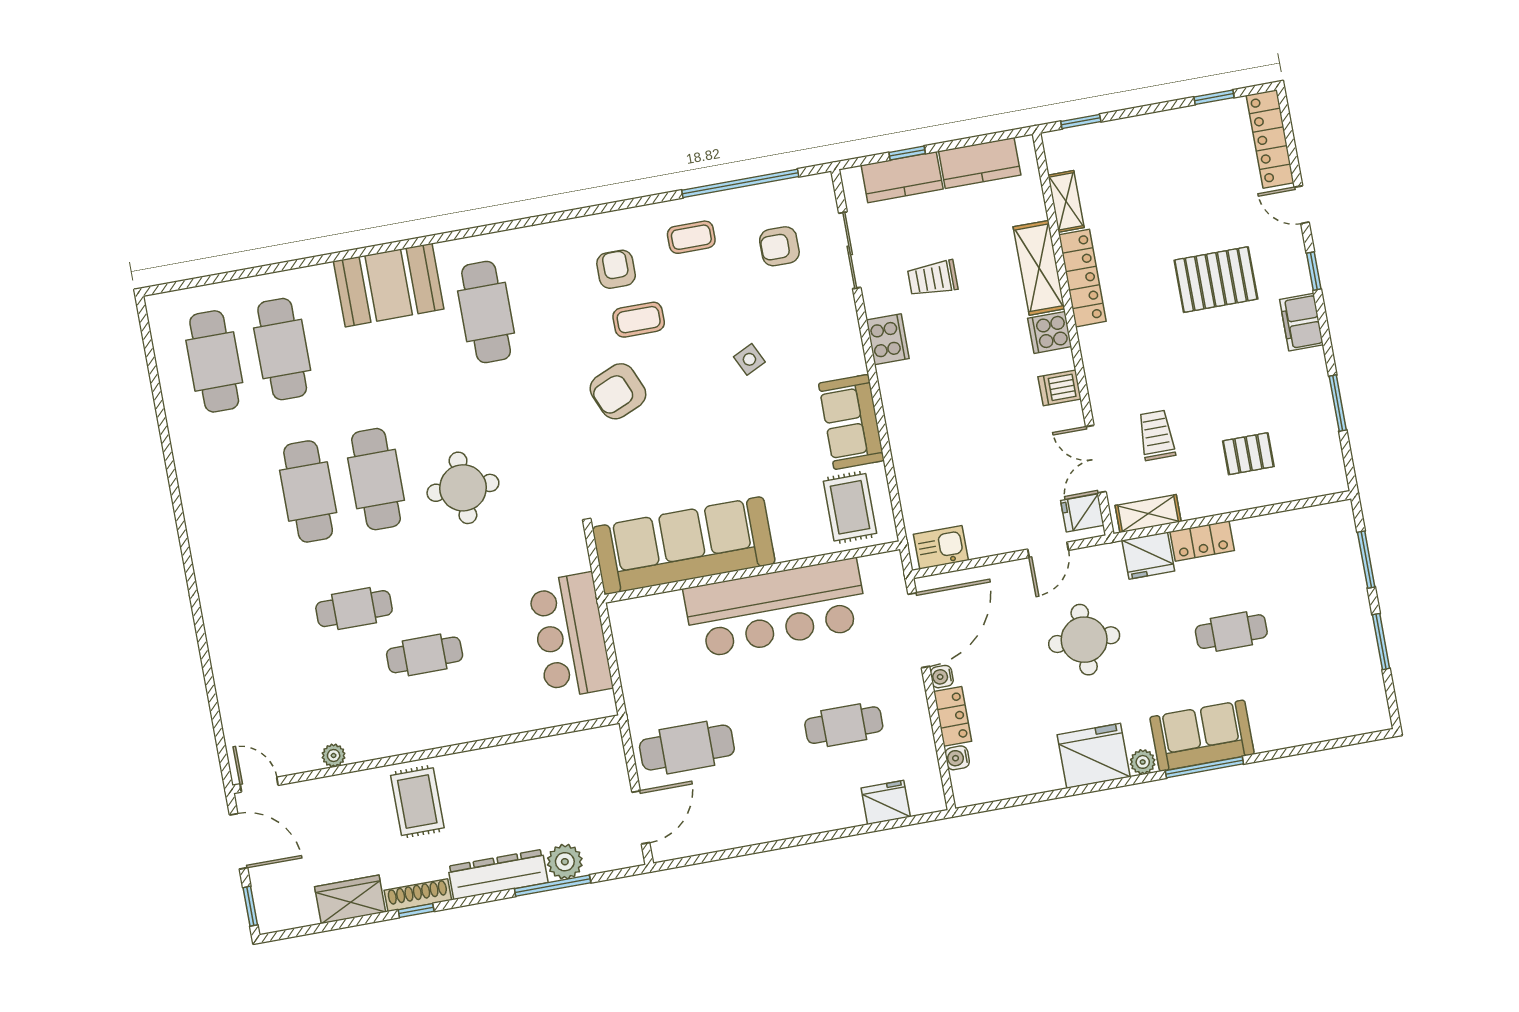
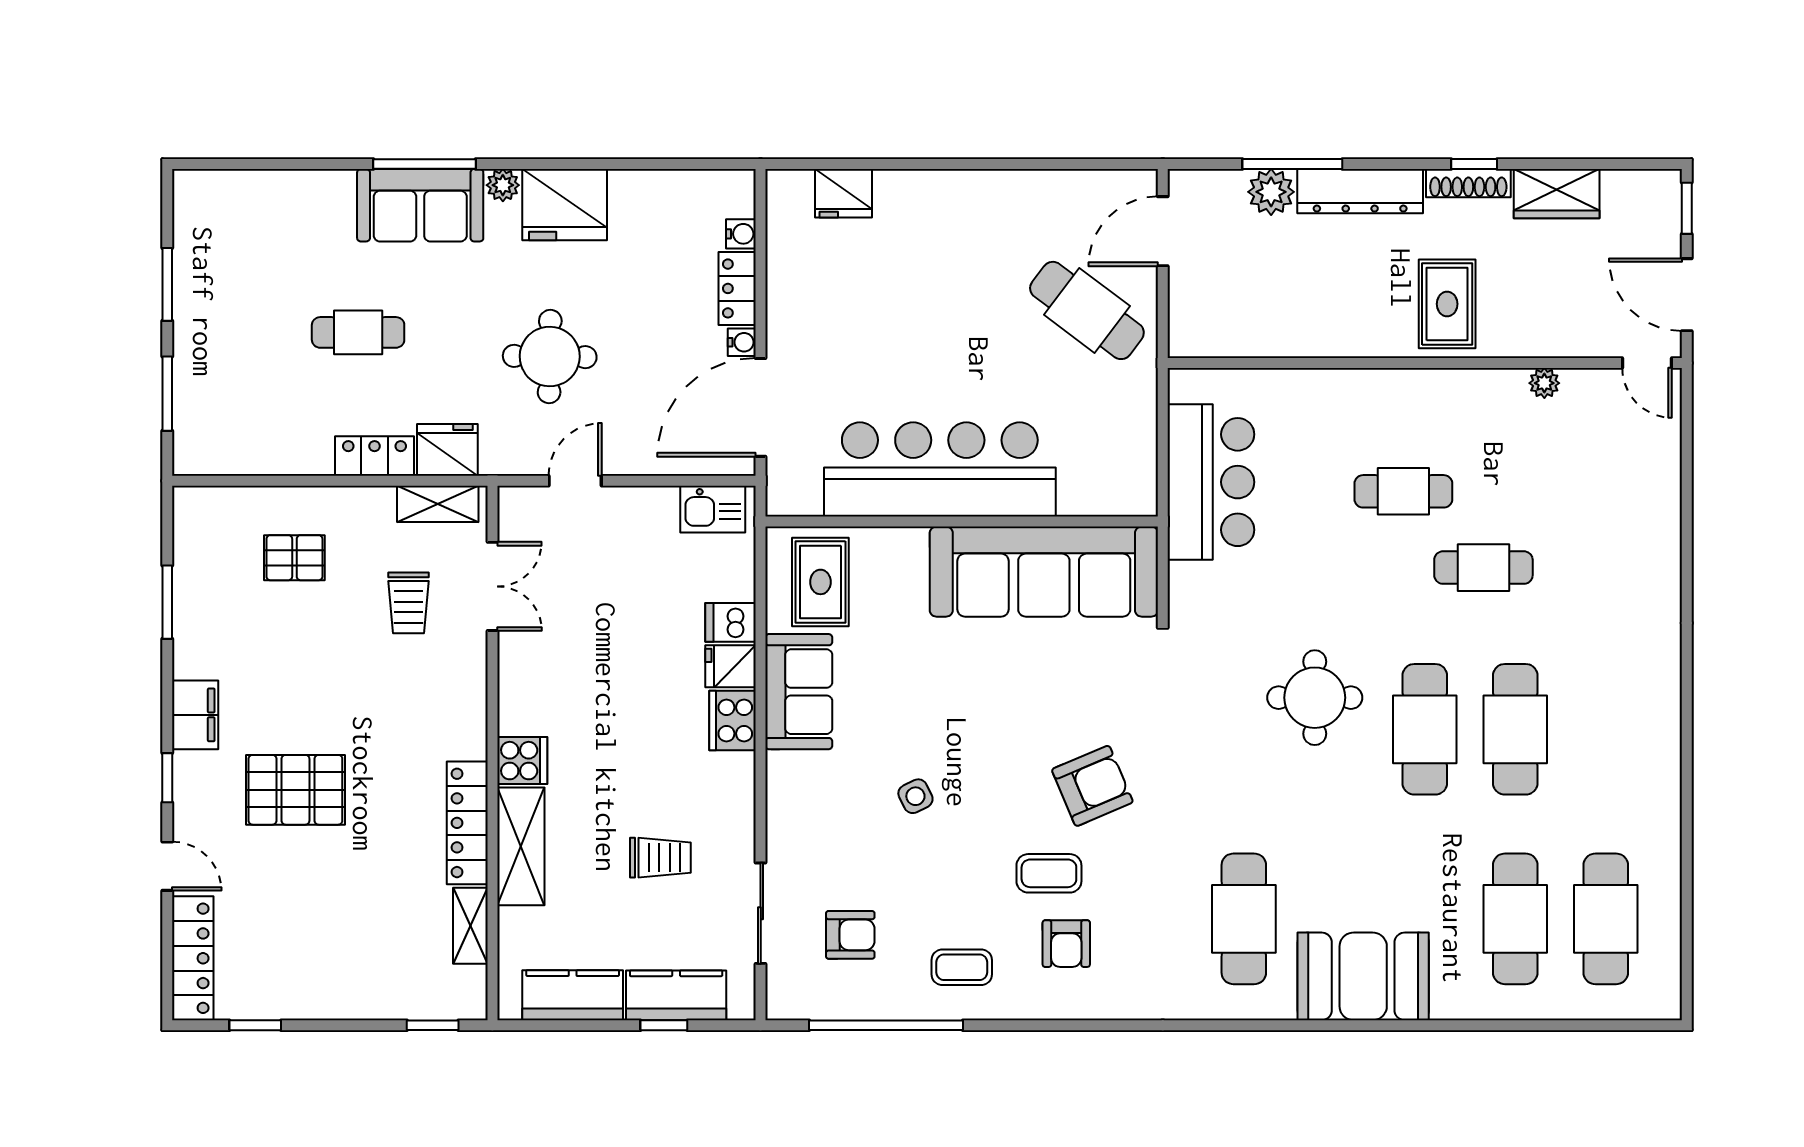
cooker: (888, 339) -> (732, 721), moved
dishwasher: (1060, 388) -> (730, 622), moved, turned 180
fridge: (1082, 513) -> (731, 666), moved, turned 180
cafe table: (844, 725) -> (879, 303), removed
cafe table: (687, 748) -> (1087, 310), turned 37

